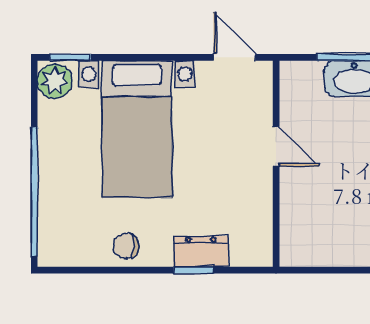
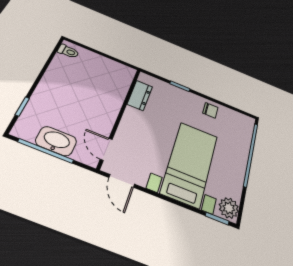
door: (276, 147) -> (106, 149), moved
dresser: (201, 251) -> (140, 95), moved, turned -90

